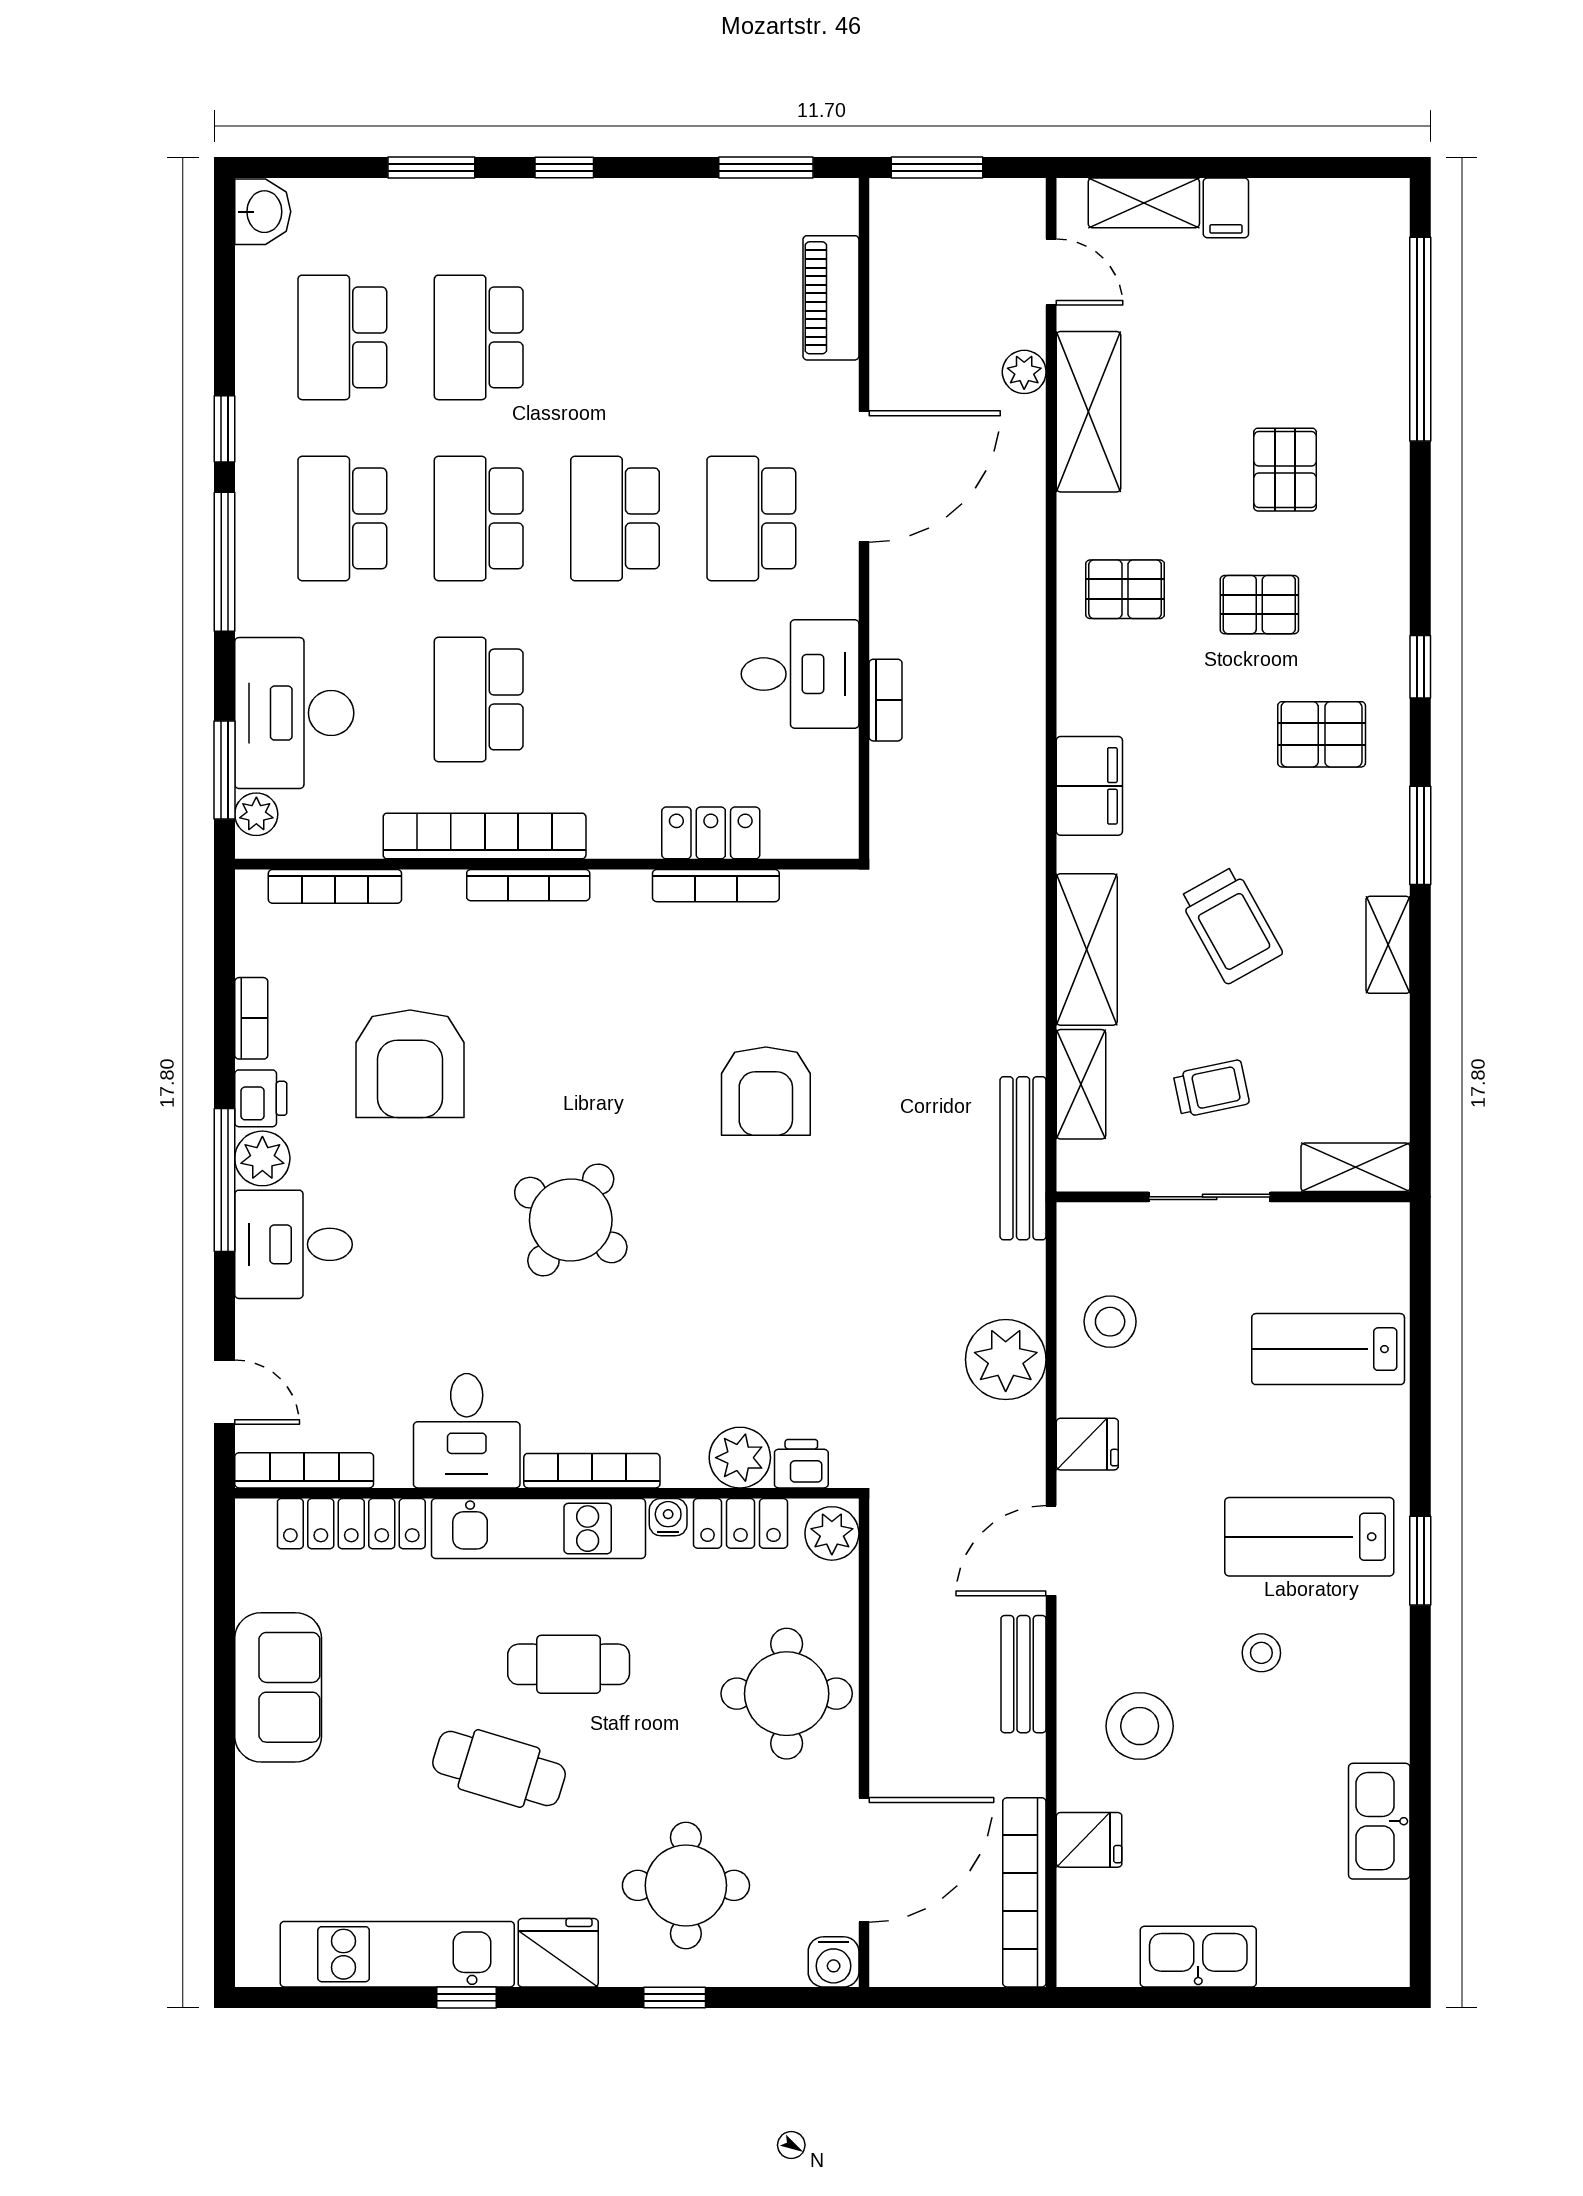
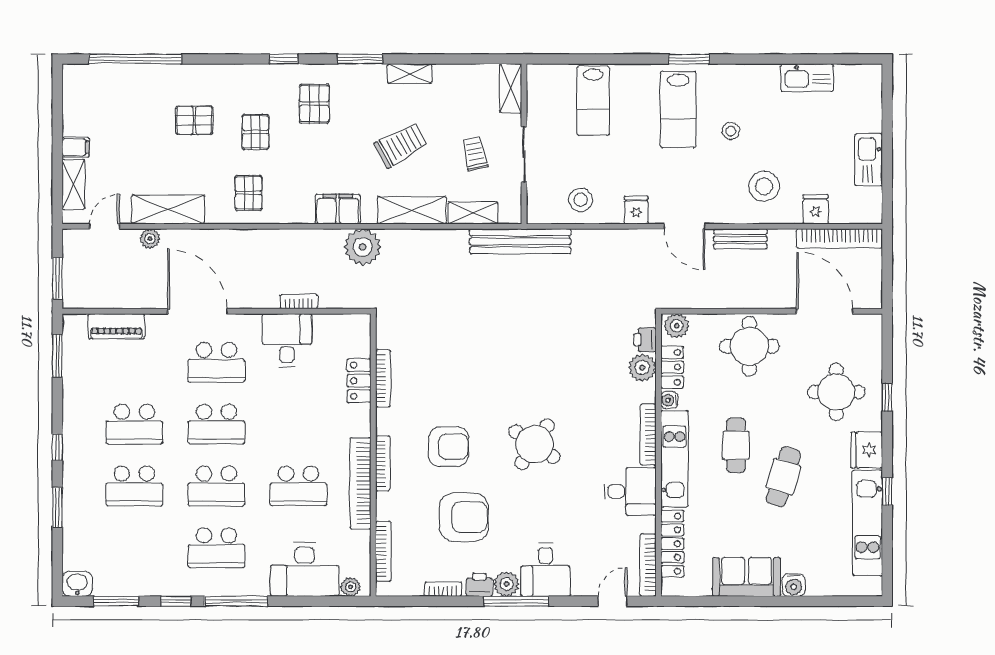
school desk: (342, 337) -> (134, 424), moved
window: (225, 770) -> (116, 601), moved
armchair: (766, 1091) -> (448, 447), moved
bench: (1023, 1158) -> (520, 241), width x1.37, depth x1.21
plant: (1006, 1360) -> (363, 247), moved
water cooler: (834, 1962) -> (794, 585), moved, turned 90

